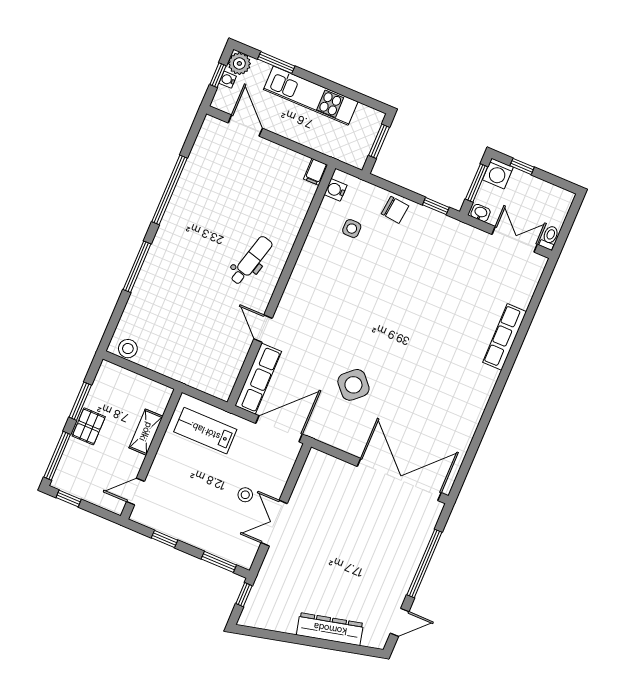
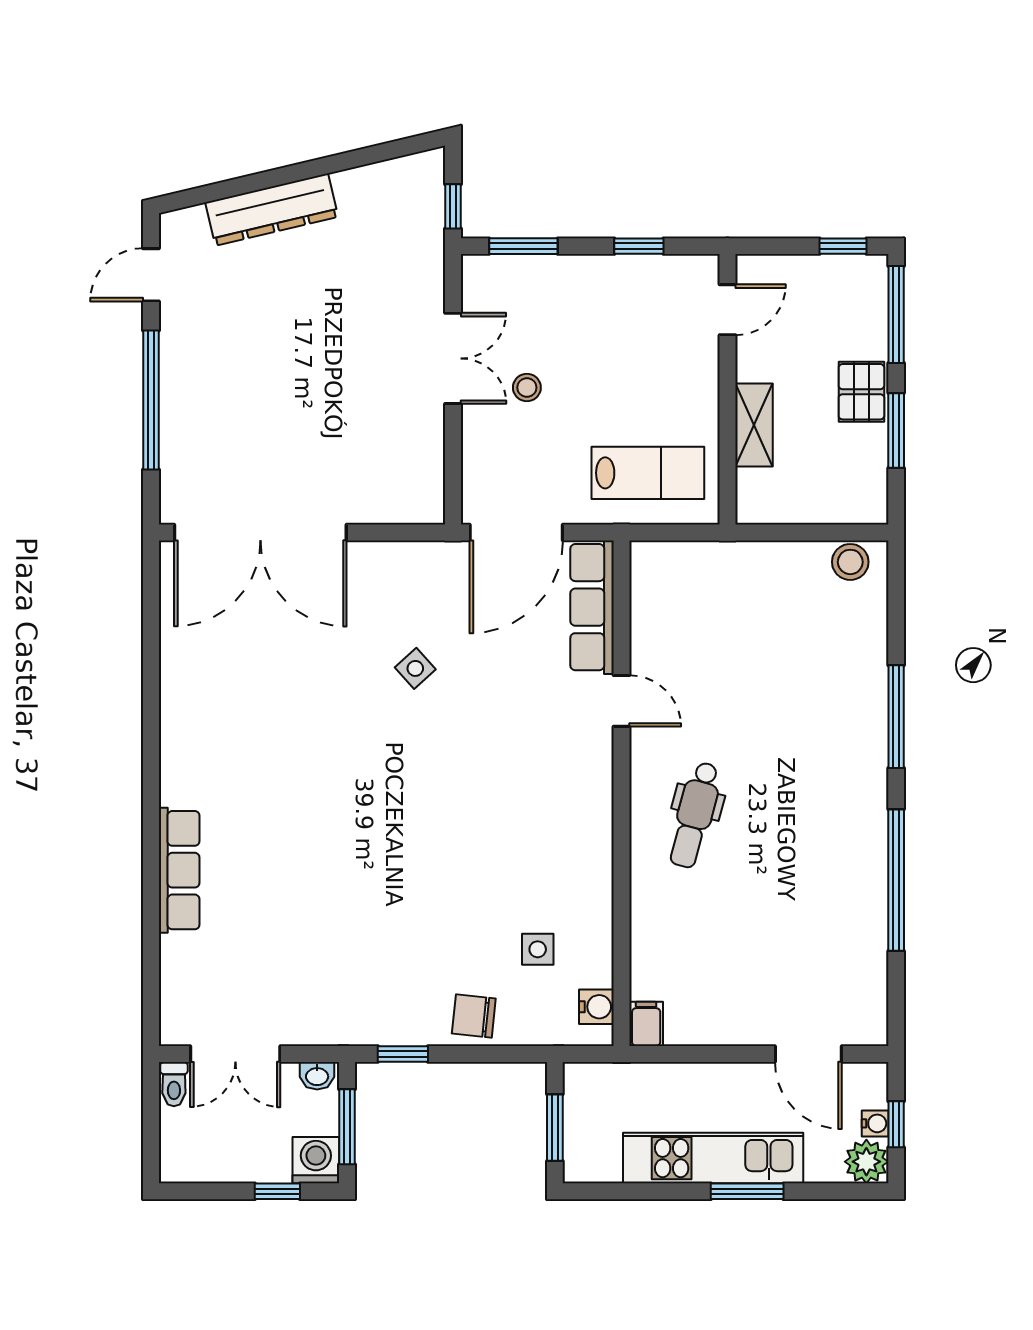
window: (276, 63) -> (747, 1191), moved
side table: (353, 385) -> (415, 668), width x0.54, depth x0.54

